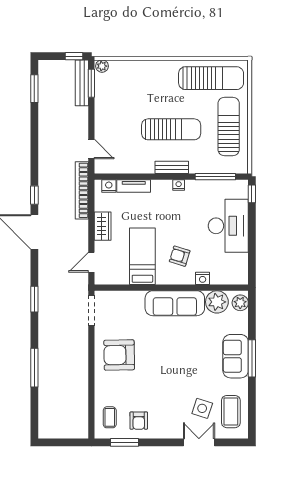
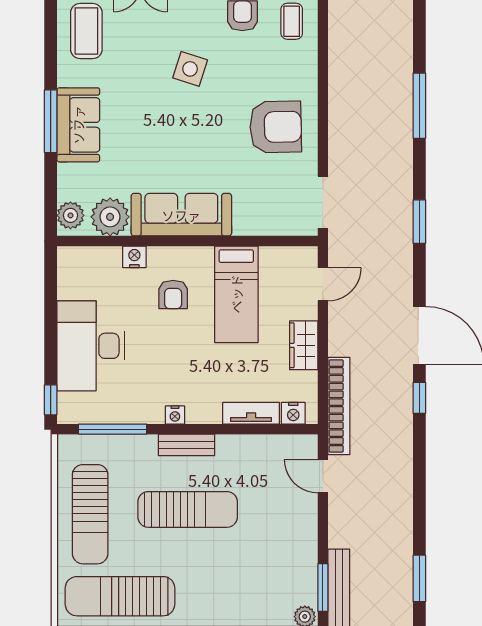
sun lounger: (171, 129) -> (188, 509), turned 180
armchair: (180, 256) -> (173, 295), turned 73
side table: (202, 408) -> (190, 69), moved

